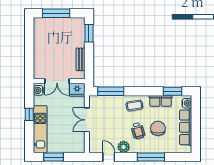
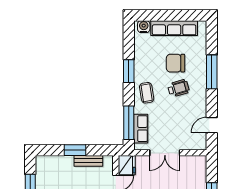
window: (89, 33) -> (75, 150), moved
window: (172, 91) -> (129, 71), moved
row of seats: (161, 101) -> (141, 129), moved
plant: (124, 147) -> (199, 106), removed

